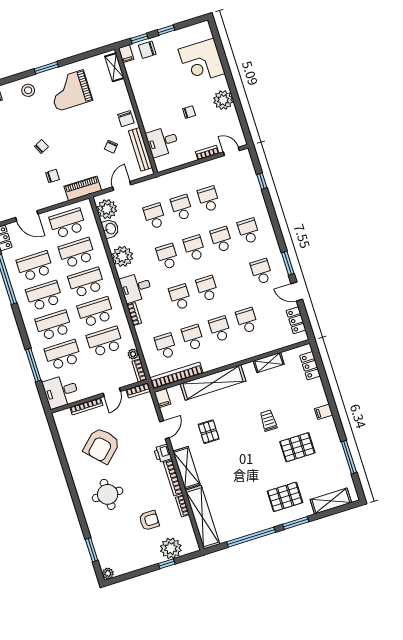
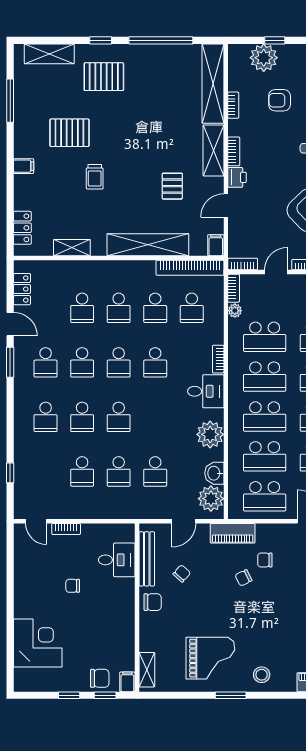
plant: (223, 100) -> (26, 587), removed
chair: (126, 119) -> (153, 602), turned 90
chair: (41, 147) -> (243, 578), moved
school desk: (167, 257) -> (82, 362), moved
bookcase: (173, 478) -> (234, 151), width x0.64
window: (296, 523) -> (101, 40), width x0.67

